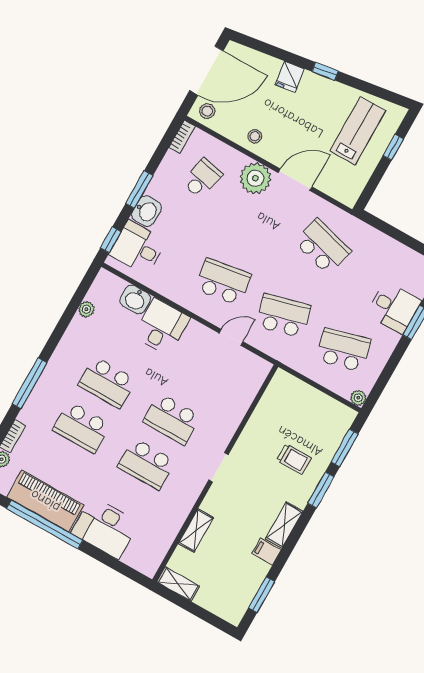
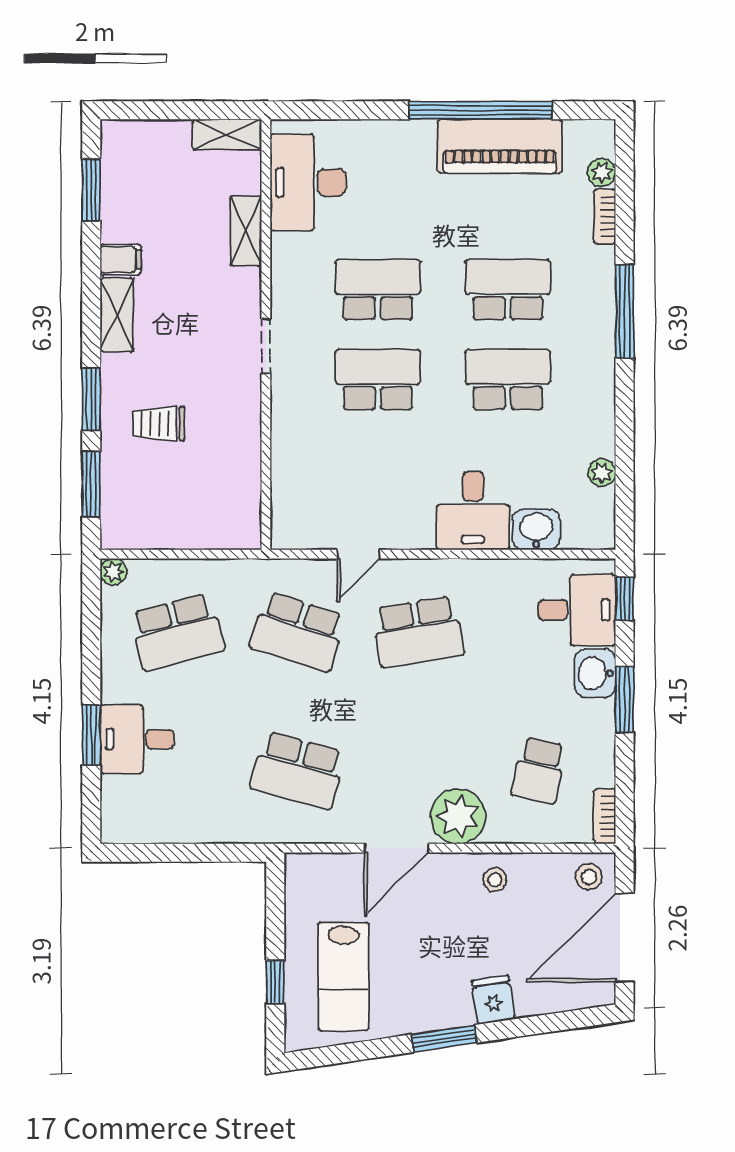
window: (325, 71) -> (444, 1039), width x1.50
school desk: (283, 316) -> (298, 632), turned 33
desk: (105, 528) -> (308, 182), moved, turned -90

